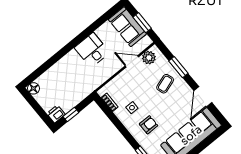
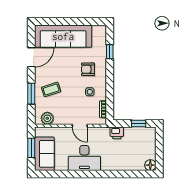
desk: (92, 50) -> (84, 158), width x1.37
door: (132, 61) -> (80, 126), moved
printer: (56, 114) -> (117, 133), moved

